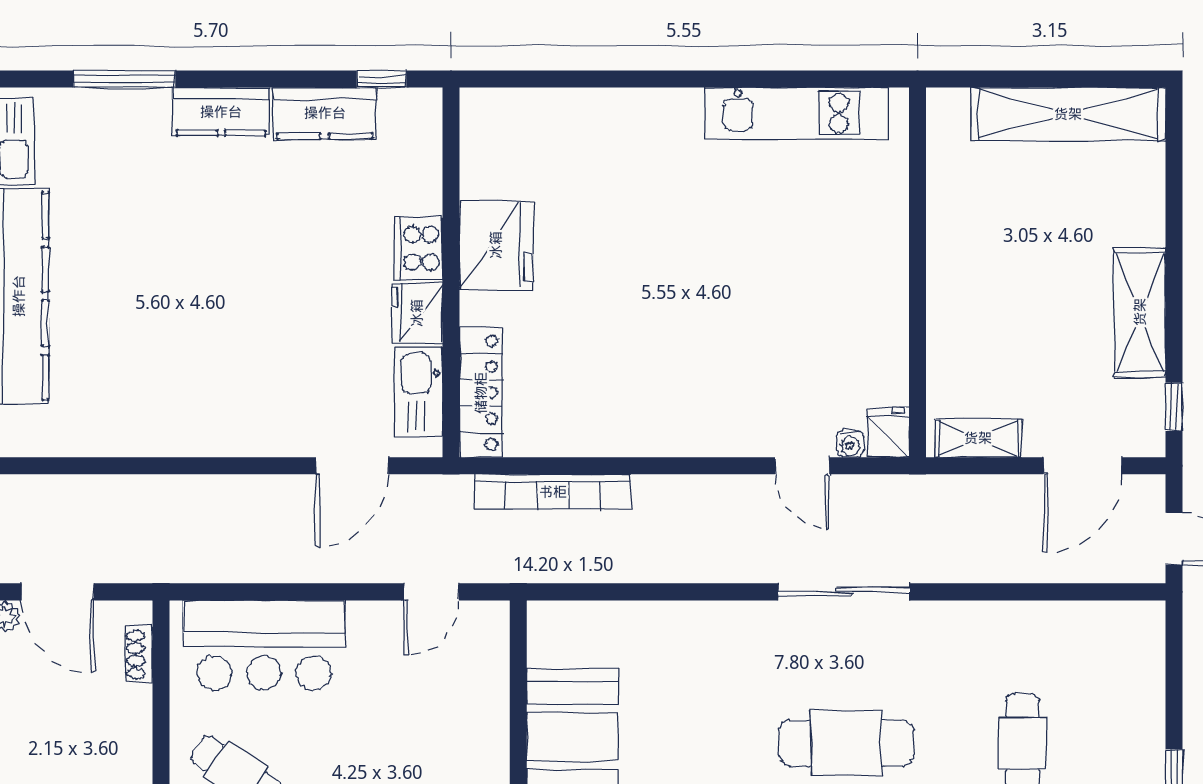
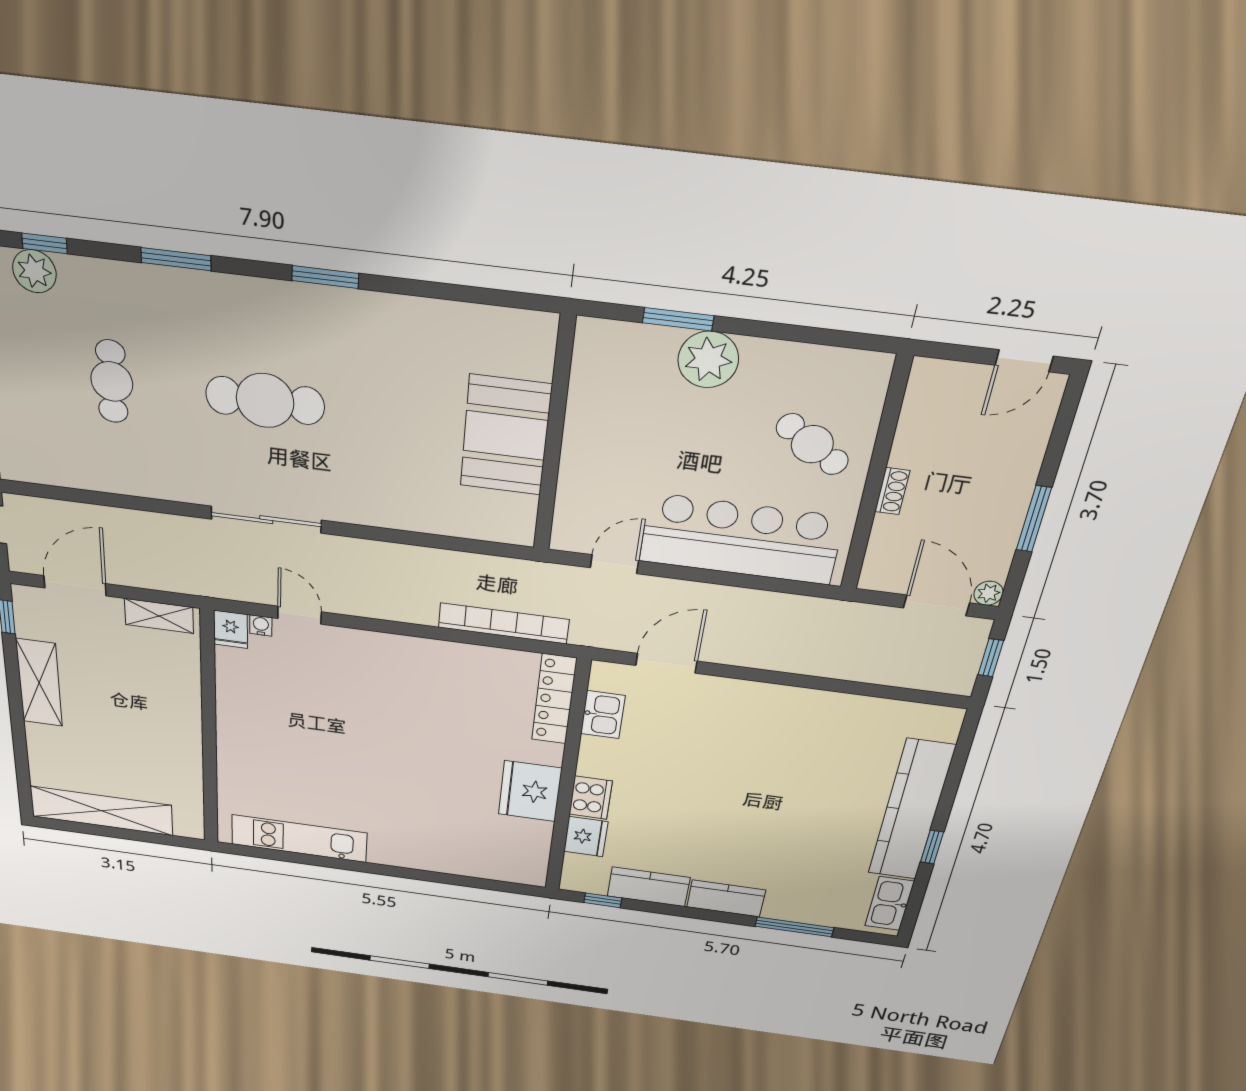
fridge: (417, 313) -> (586, 837), moved
kitchen sink: (419, 391) -> (603, 715), width x0.73
bar counter: (264, 645) -> (740, 539), width x1.36
shoe rack: (139, 655) -> (892, 491), moved

